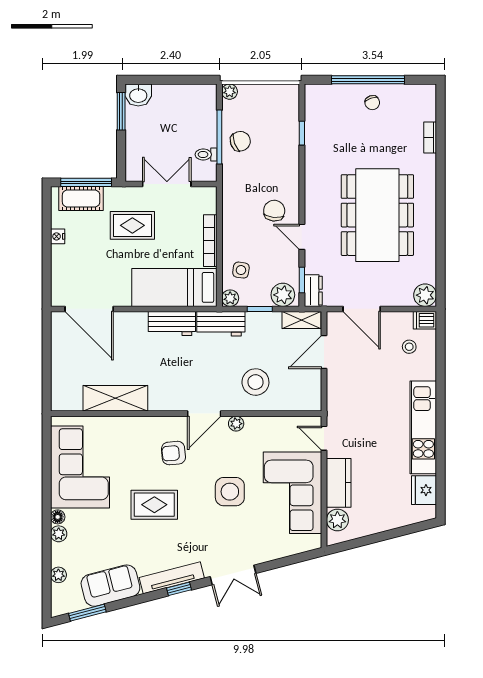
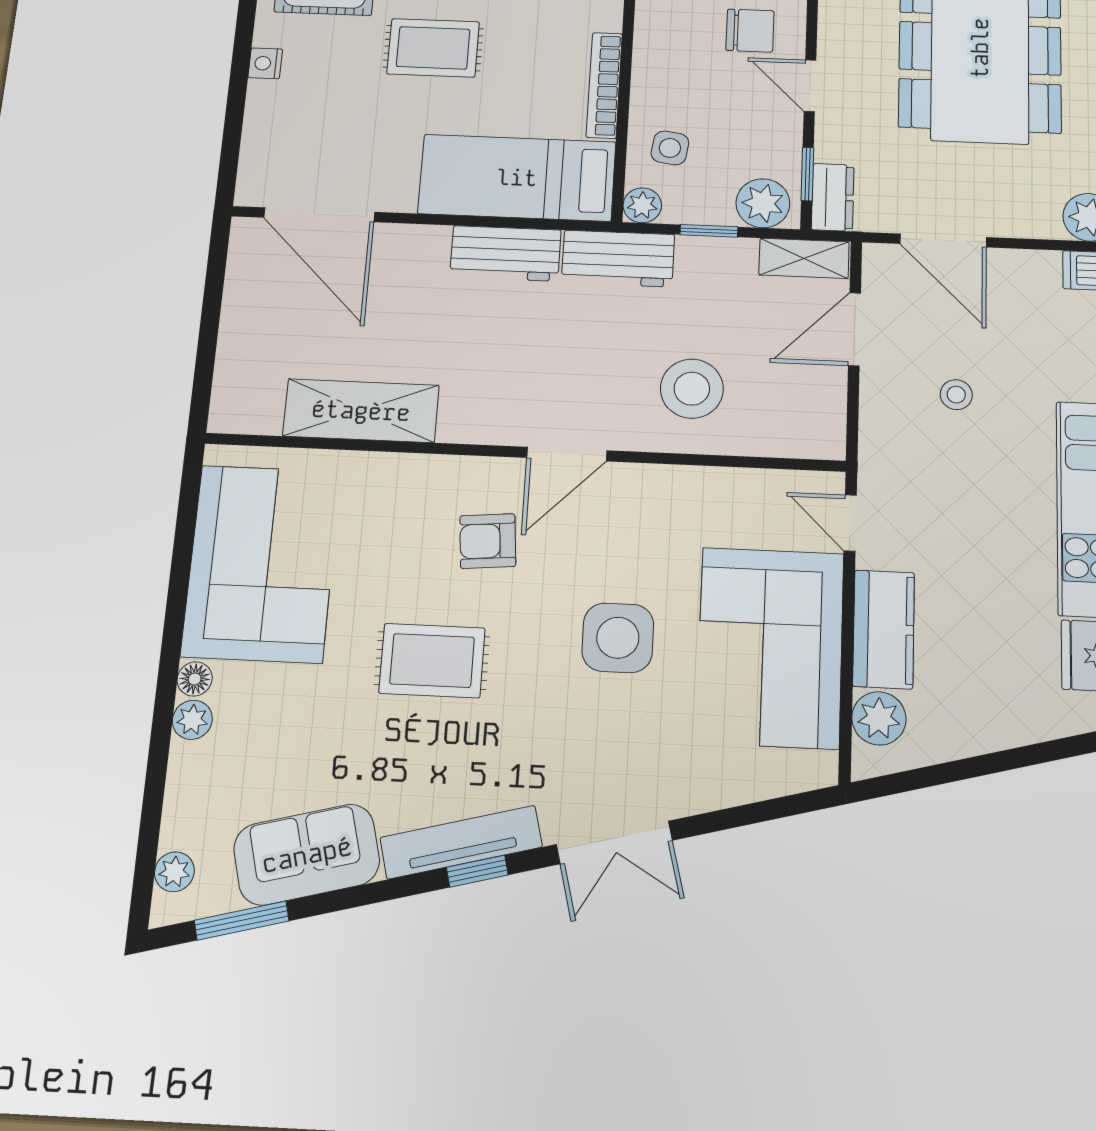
chair: (274, 211) -> (750, 31), turned 84
stool: (409, 347) -> (956, 395), moved
plant: (236, 424) -> (641, 480), removed
plant: (58, 575) -> (174, 872), moved

